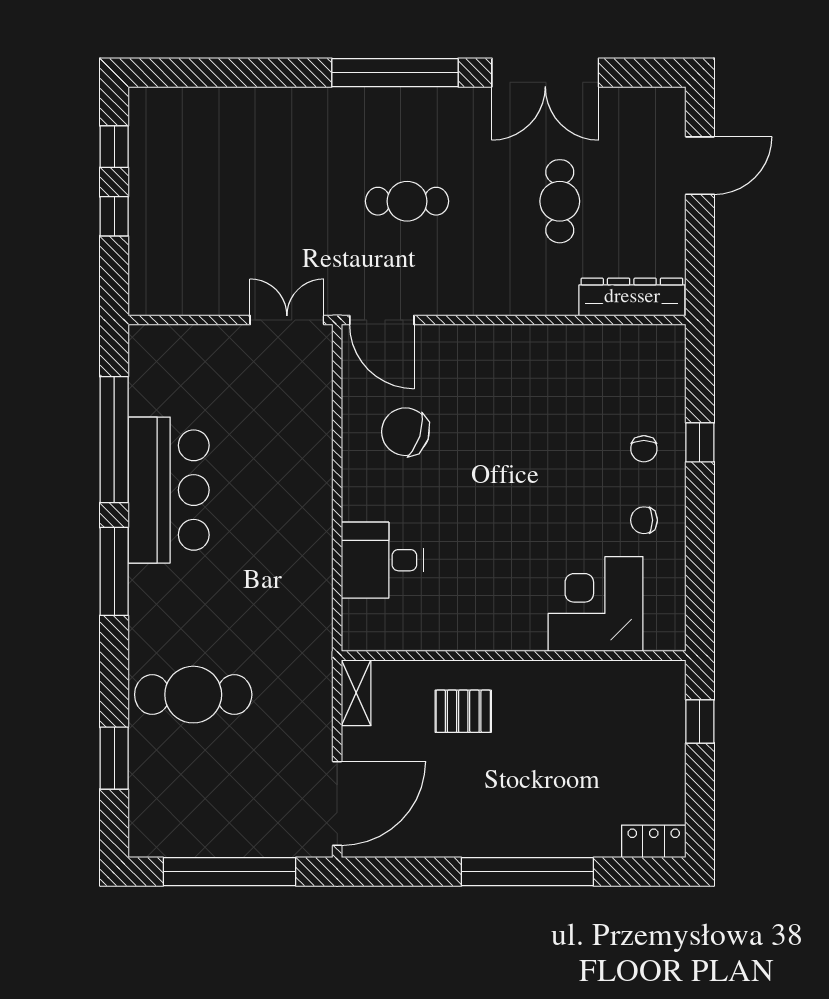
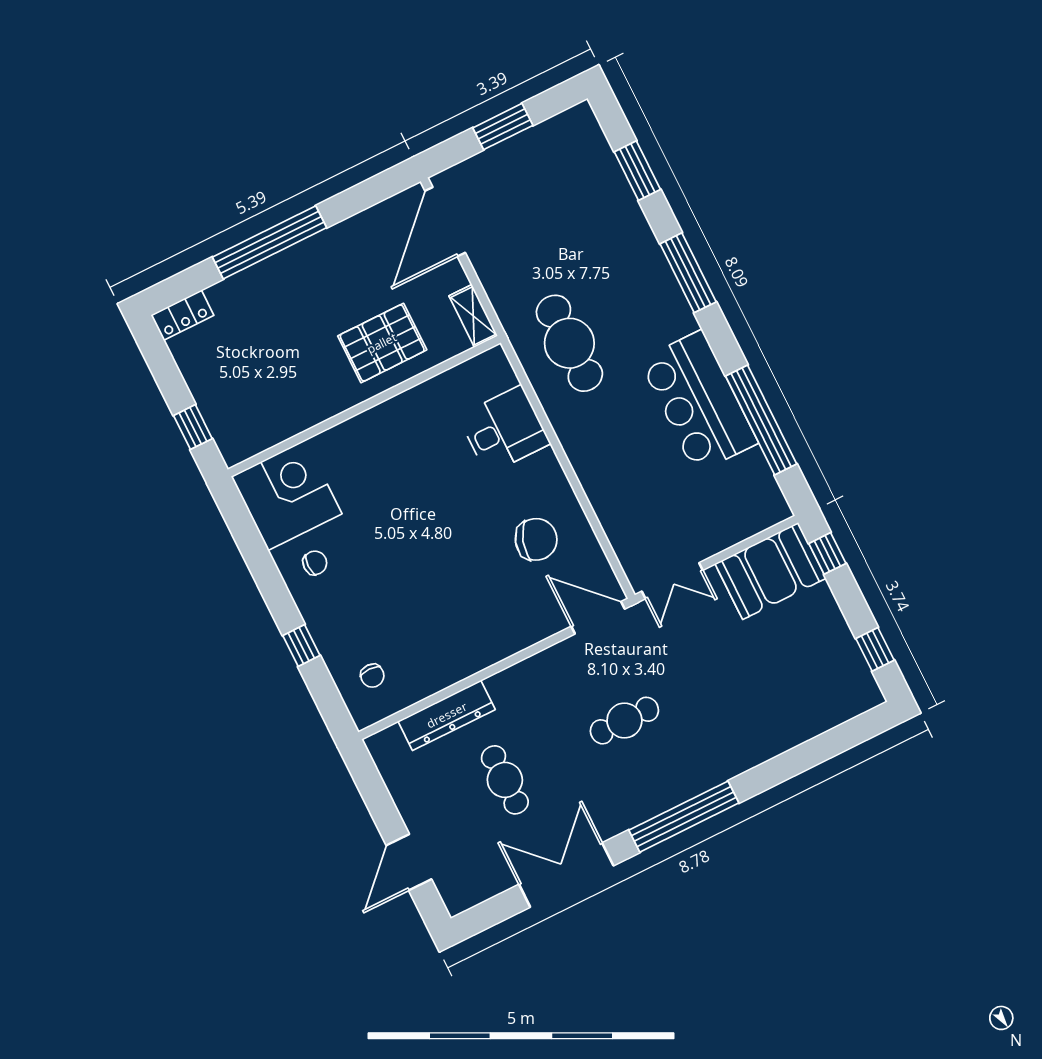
window: (114, 216) -> (827, 553), moved
booth: (181, 280) -> (770, 571), added
dresser: (632, 297) -> (447, 715), moved
chair: (644, 449) -> (372, 676), moved, turned 180
window: (114, 571) -> (688, 273), moved
corner desk: (595, 604) -> (287, 495), moved, turned -90
cafe table: (193, 695) -> (569, 343), moved, turned 90
pallet: (463, 711) -> (382, 343), width x1.50, depth x1.42
window: (230, 872) -> (503, 127), width x0.47

